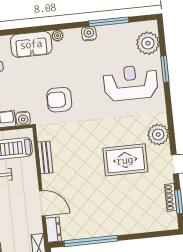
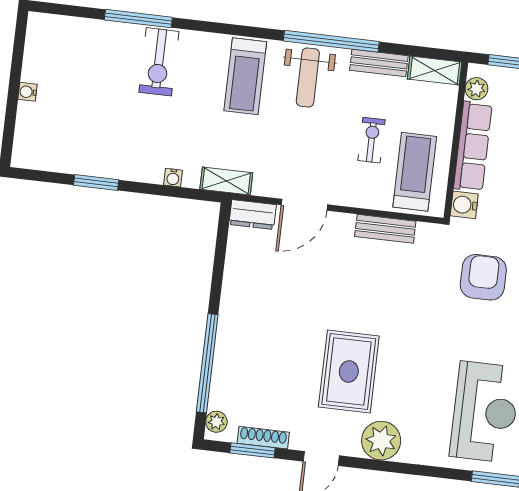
plant: (168, 224) -> (216, 422), added
window: (91, 241) -> (207, 363), moved

